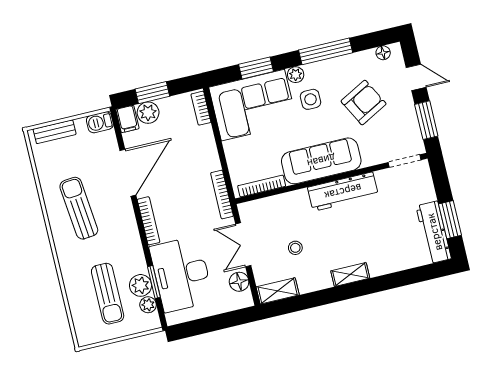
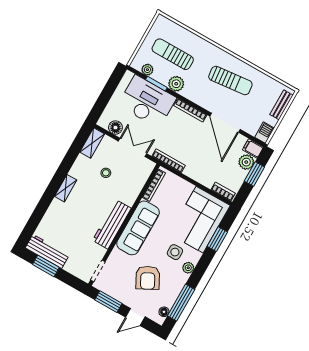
window: (326, 51) -> (181, 303), moved
plant: (296, 75) -> (188, 268), moved
plant: (141, 285) -> (176, 84), moved

